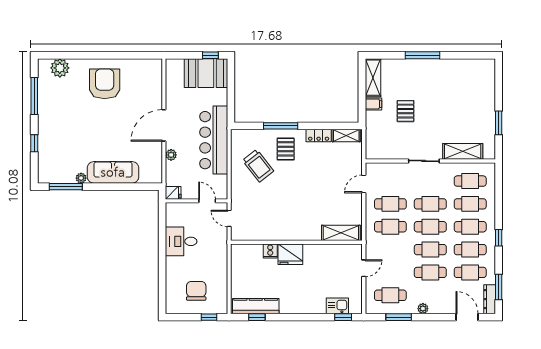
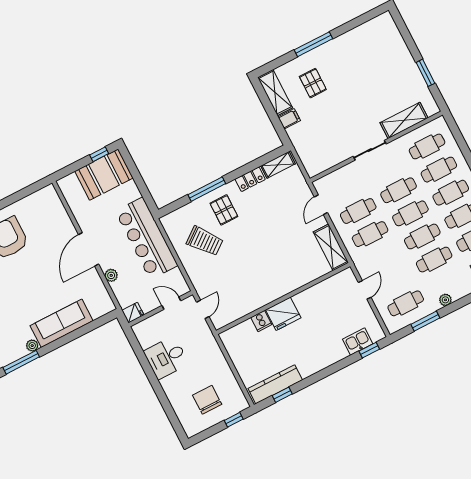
pallet: (405, 111) -> (313, 83), moved
door: (229, 218) -> (203, 309), swing flipped
shelving: (341, 233) -> (331, 247), moved, turned 90

